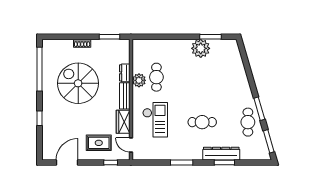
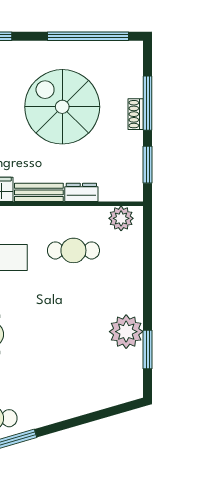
window: (76, 37) -> (148, 103), added
plant: (139, 80) -> (121, 218), moved
spiral stairs: (78, 83) -> (62, 107), turned -90

